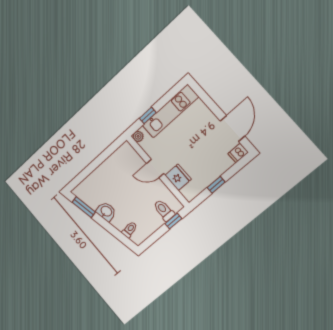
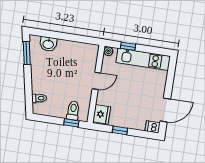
door: (155, 168) -> (96, 81), swing flipped
fridge: (178, 177) -> (102, 114), moved
washbasin: (106, 211) -> (48, 44), moved, turned 101

